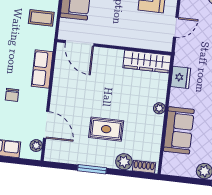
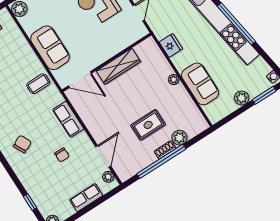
wardrobe: (147, 61) -> (118, 66), moved
door: (46, 125) -> (103, 156), hinge flipped
shoe rack: (144, 167) -> (165, 150), moved
window: (92, 169) -> (161, 161), width x2.11

